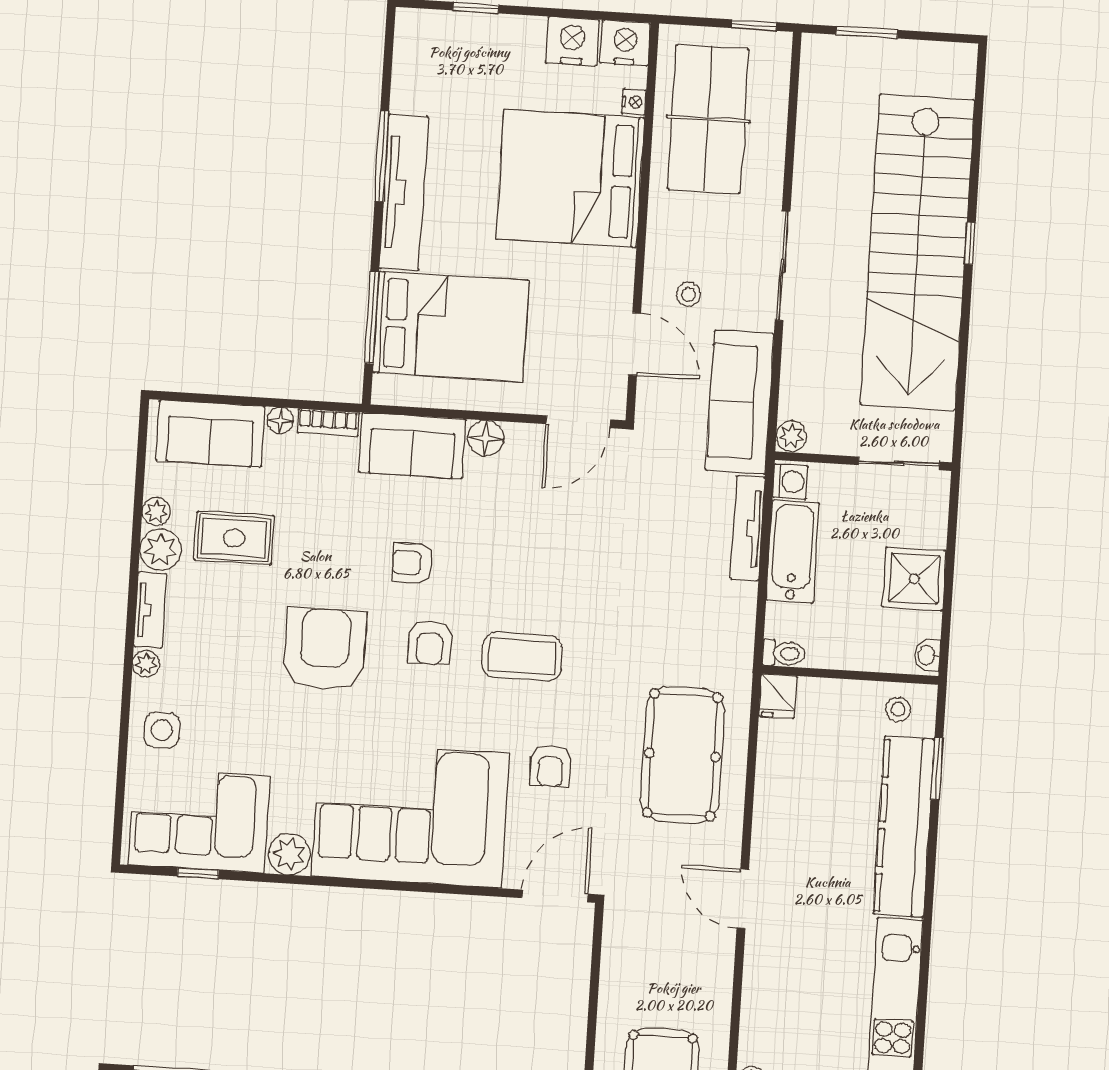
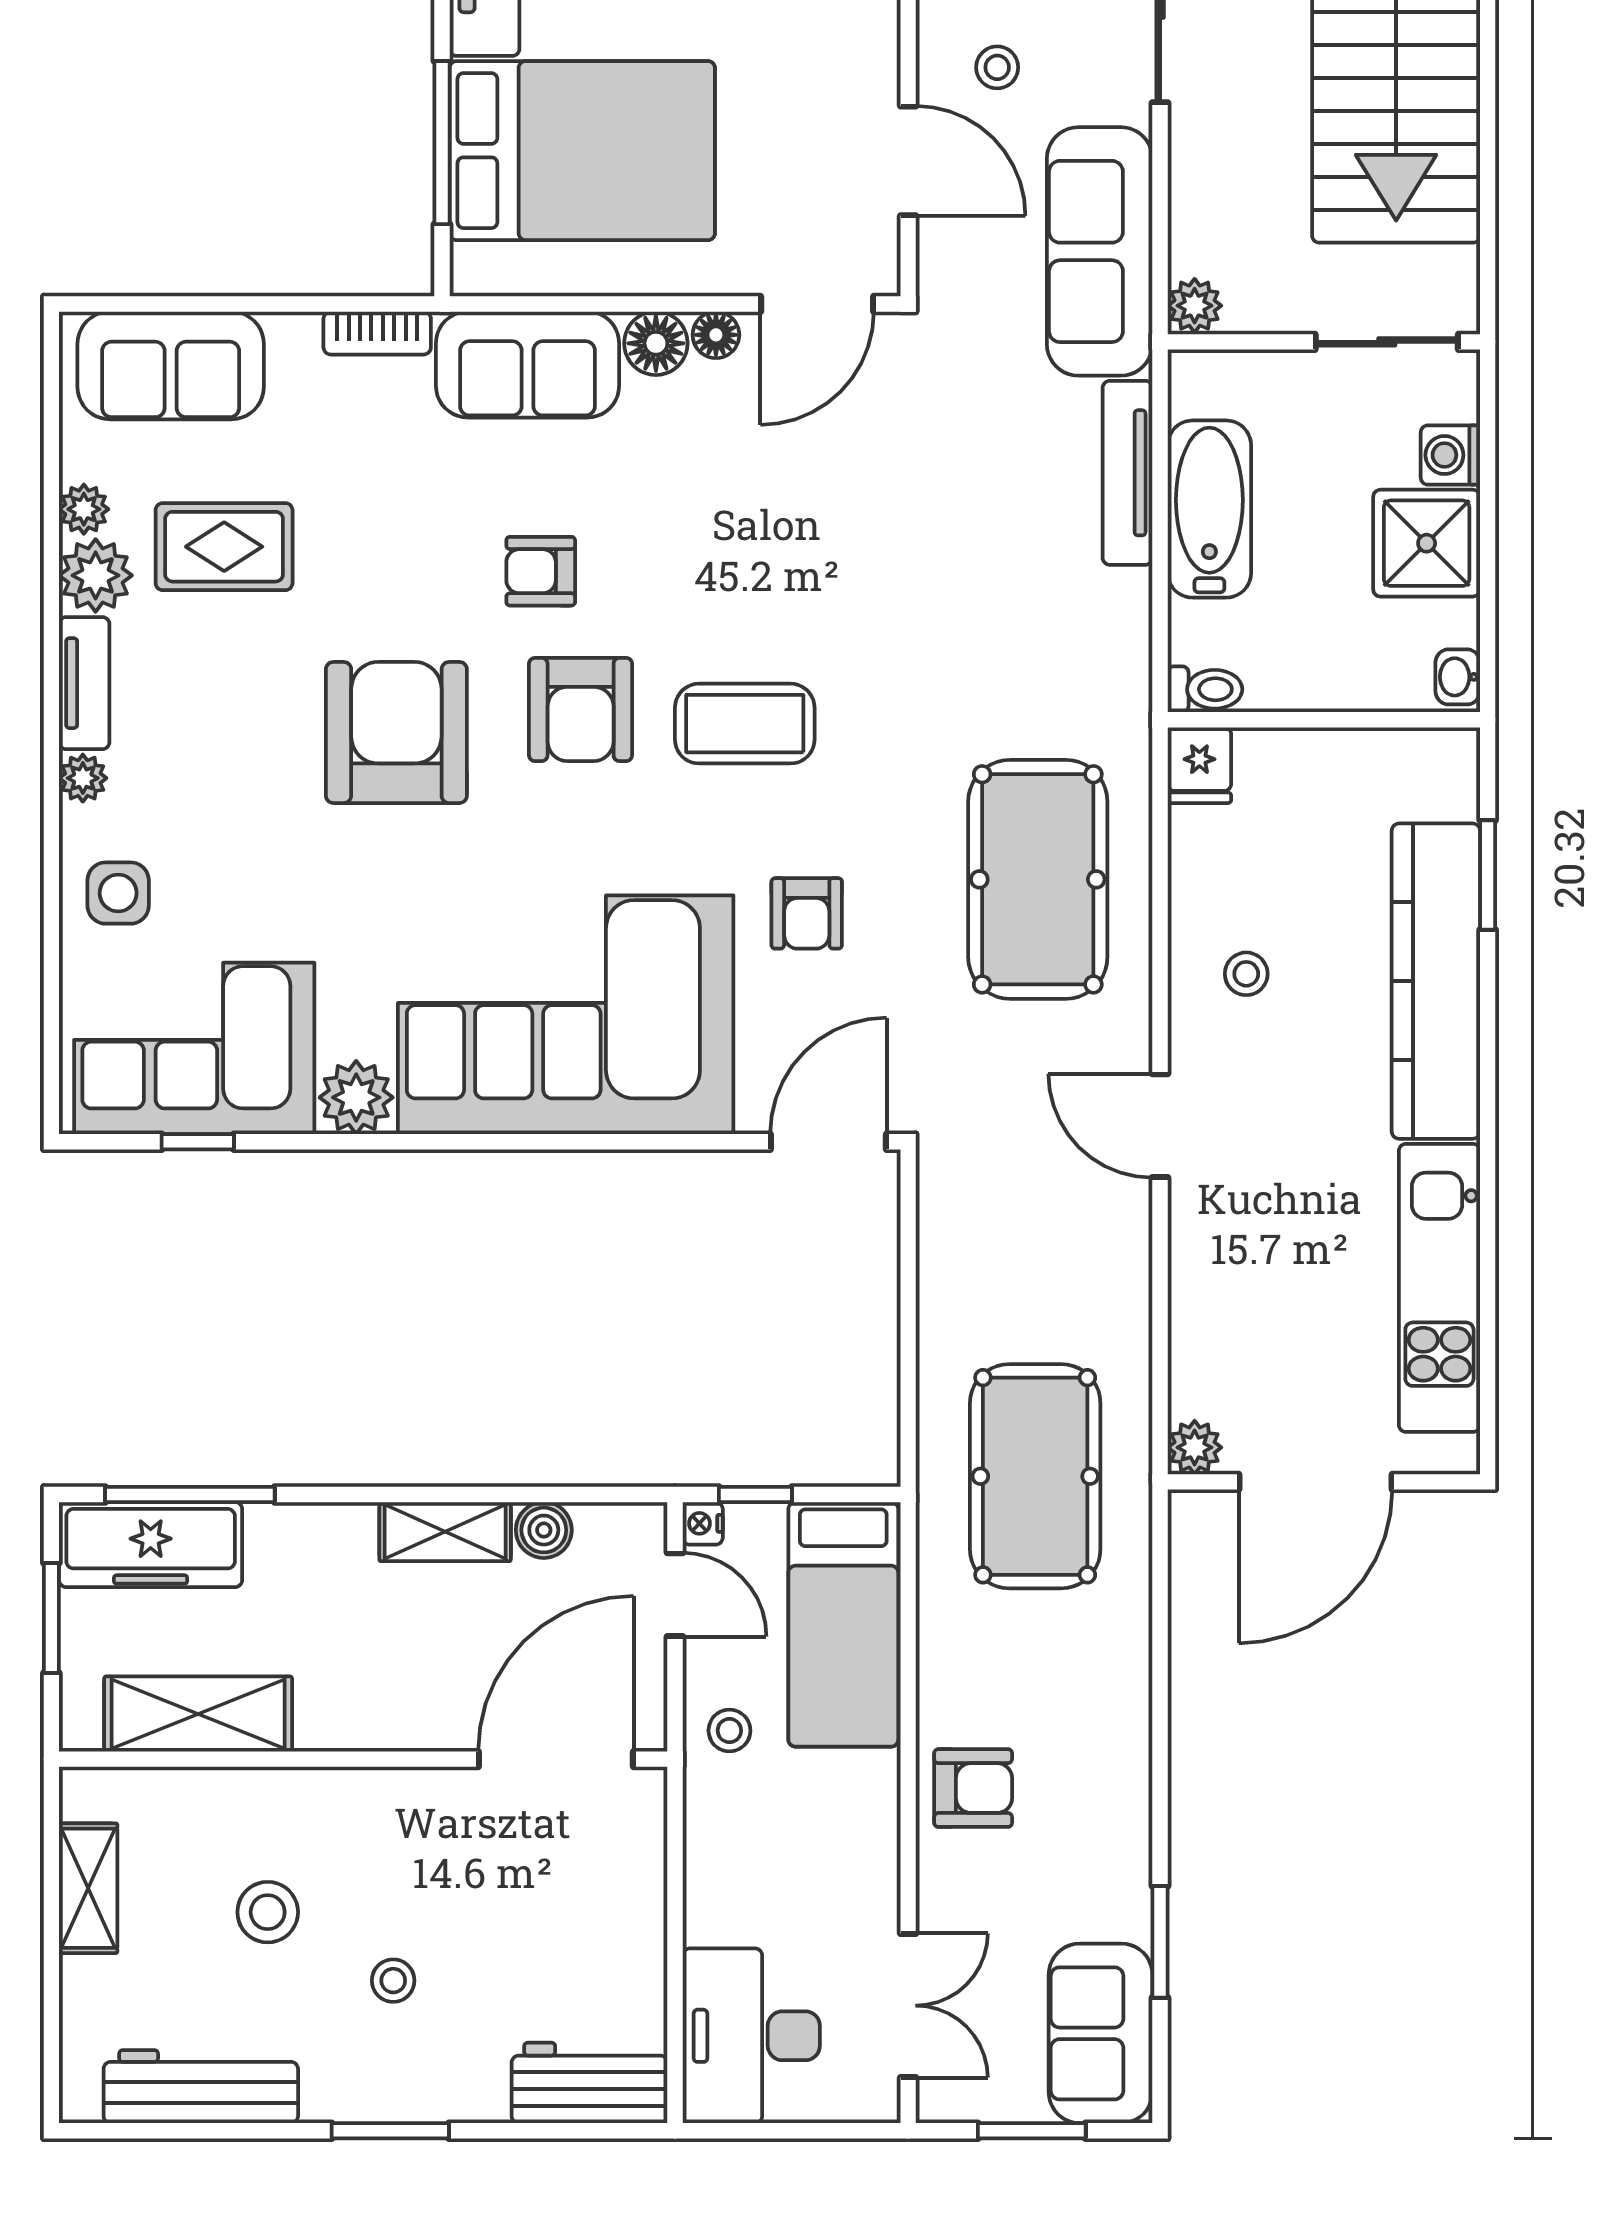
floor lamp: (280, 421) -> (716, 335), moved
washing machine: (790, 481) -> (1450, 455), moved, turned 180
armchair: (430, 643) -> (581, 709), width x1.38, depth x1.38
stool: (898, 709) -> (1246, 974), moved

